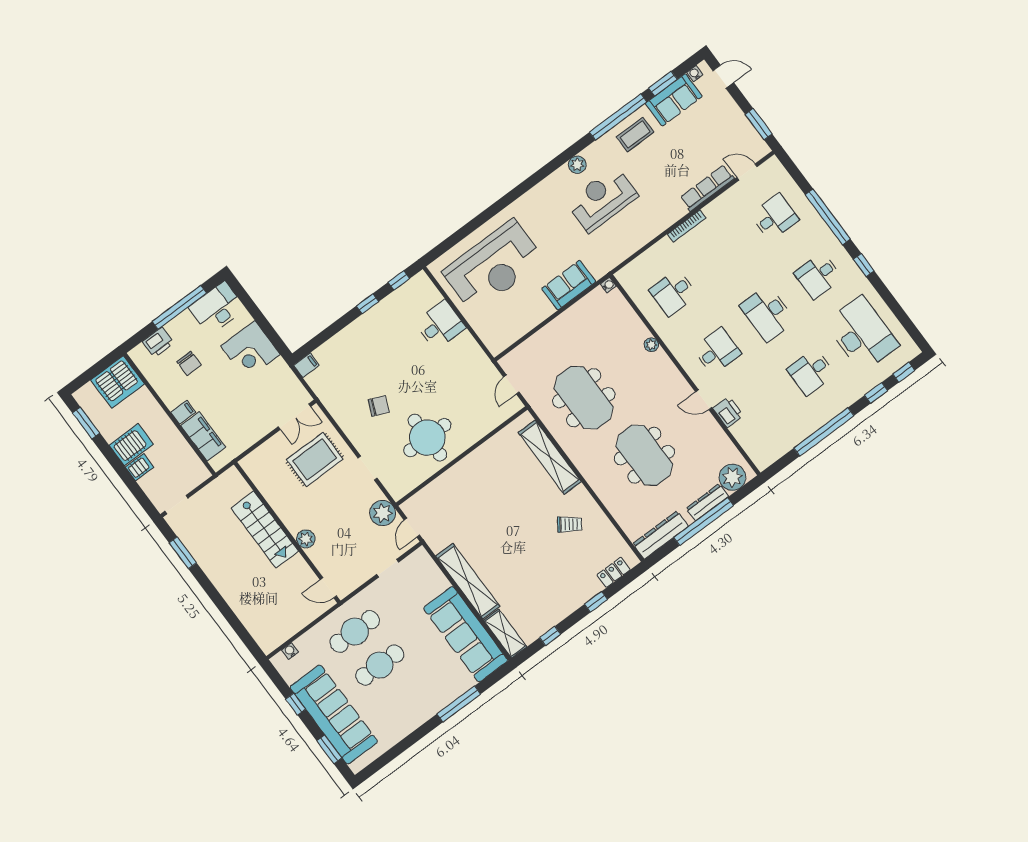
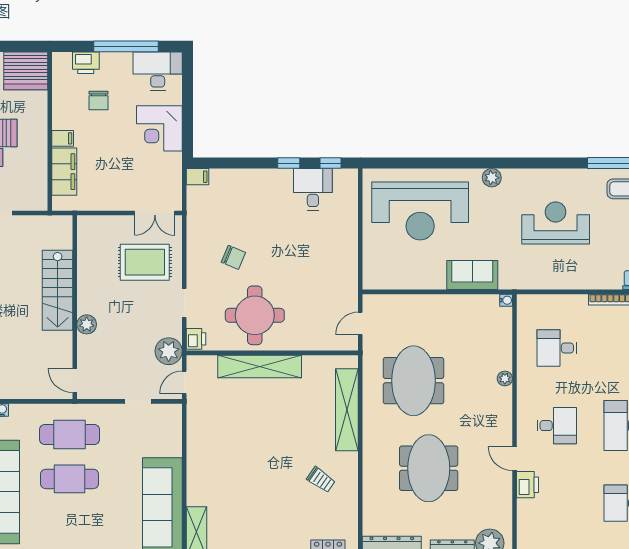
plant: (577, 165) -> (492, 178), moved
desk: (440, 325) -> (313, 189), moved, turned -90
printer: (396, 488) -> (196, 339), added
shelving: (468, 581) -> (260, 366), moved, turned 90

